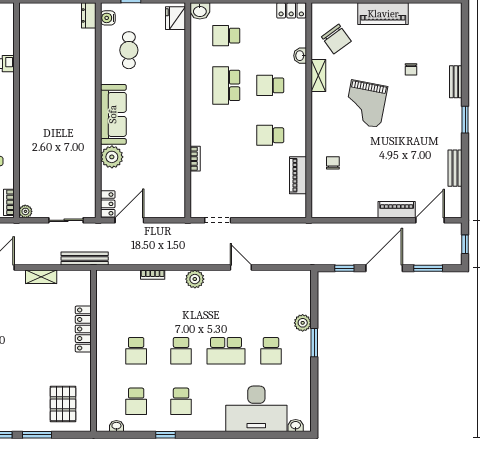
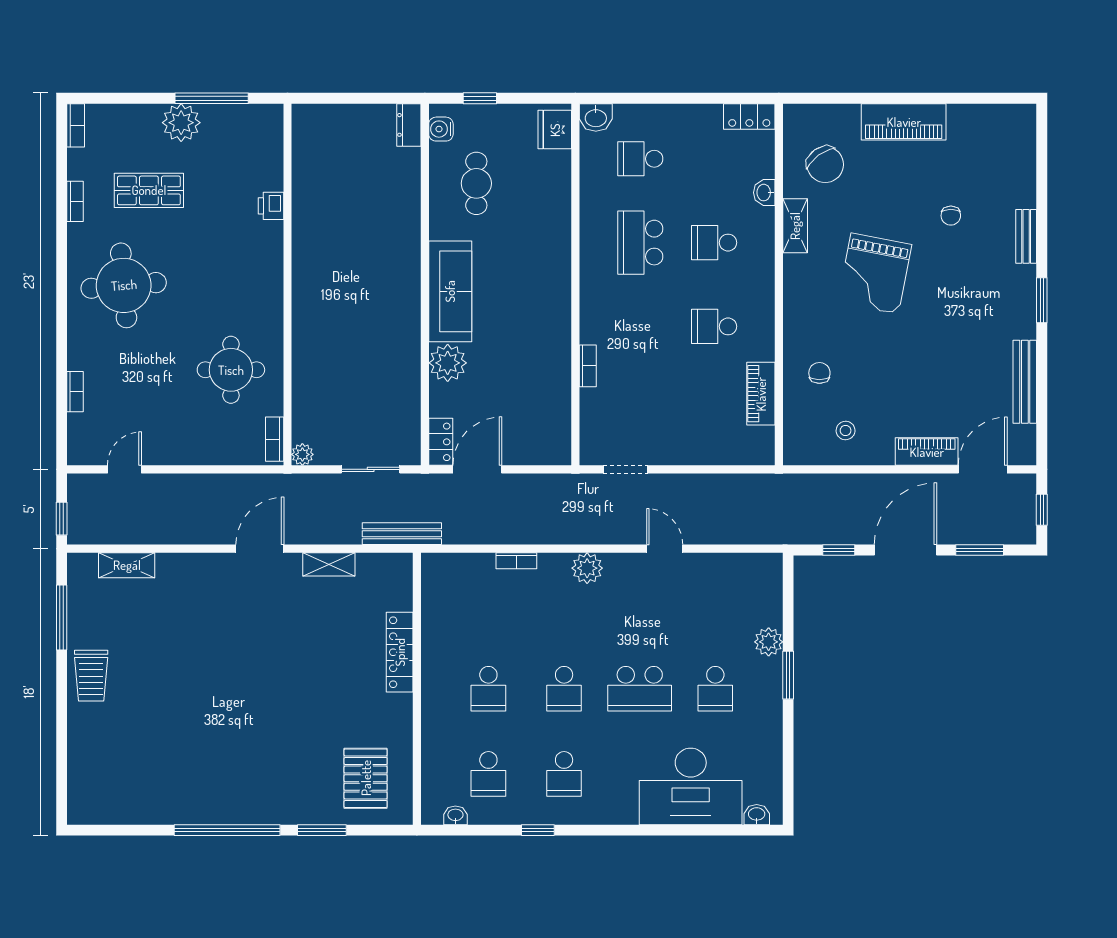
bench: (455, 168) -> (1025, 382), width x1.36
stool: (348, 197) -> (846, 431), added

